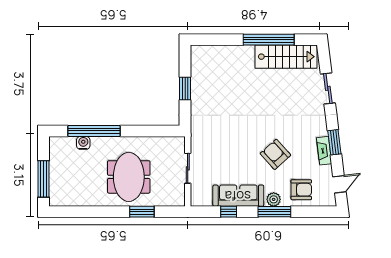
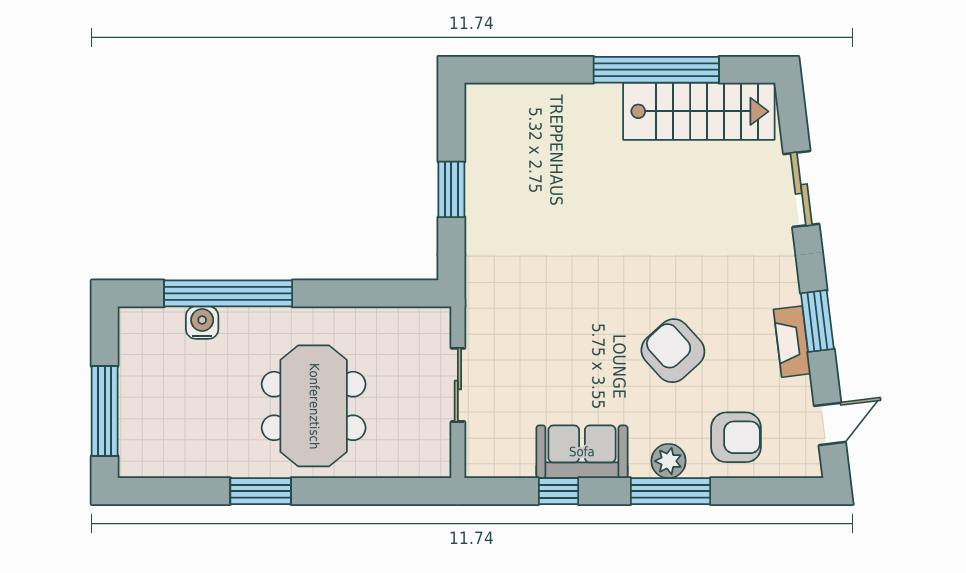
sofa: (238, 196) -> (582, 452), width x0.73
window: (142, 212) -> (261, 491), moved

